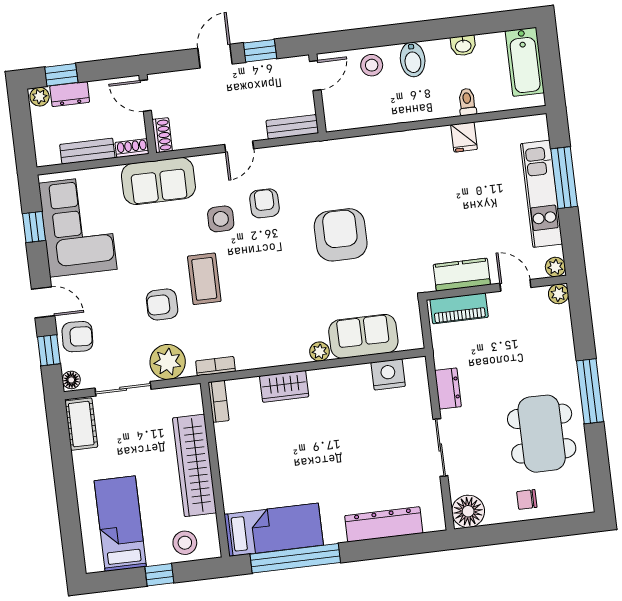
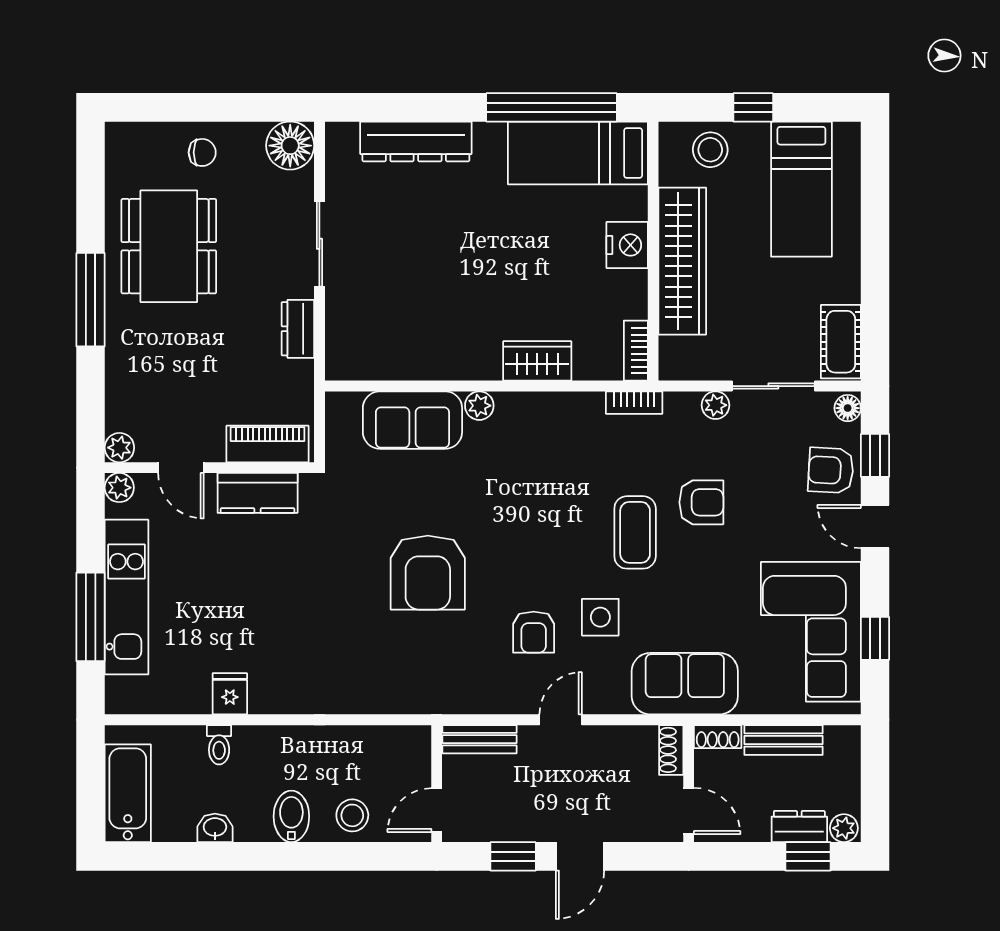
plant: (168, 362) -> (716, 405), width x0.53, depth x0.53
nightstand: (388, 374) -> (627, 245), moved, turned -90

